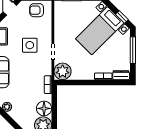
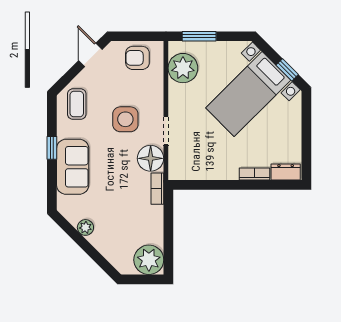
window: (133, 50) -> (306, 128), removed
plant: (63, 71) -> (183, 68), moved
floor lamp: (44, 108) -> (151, 158), moved

